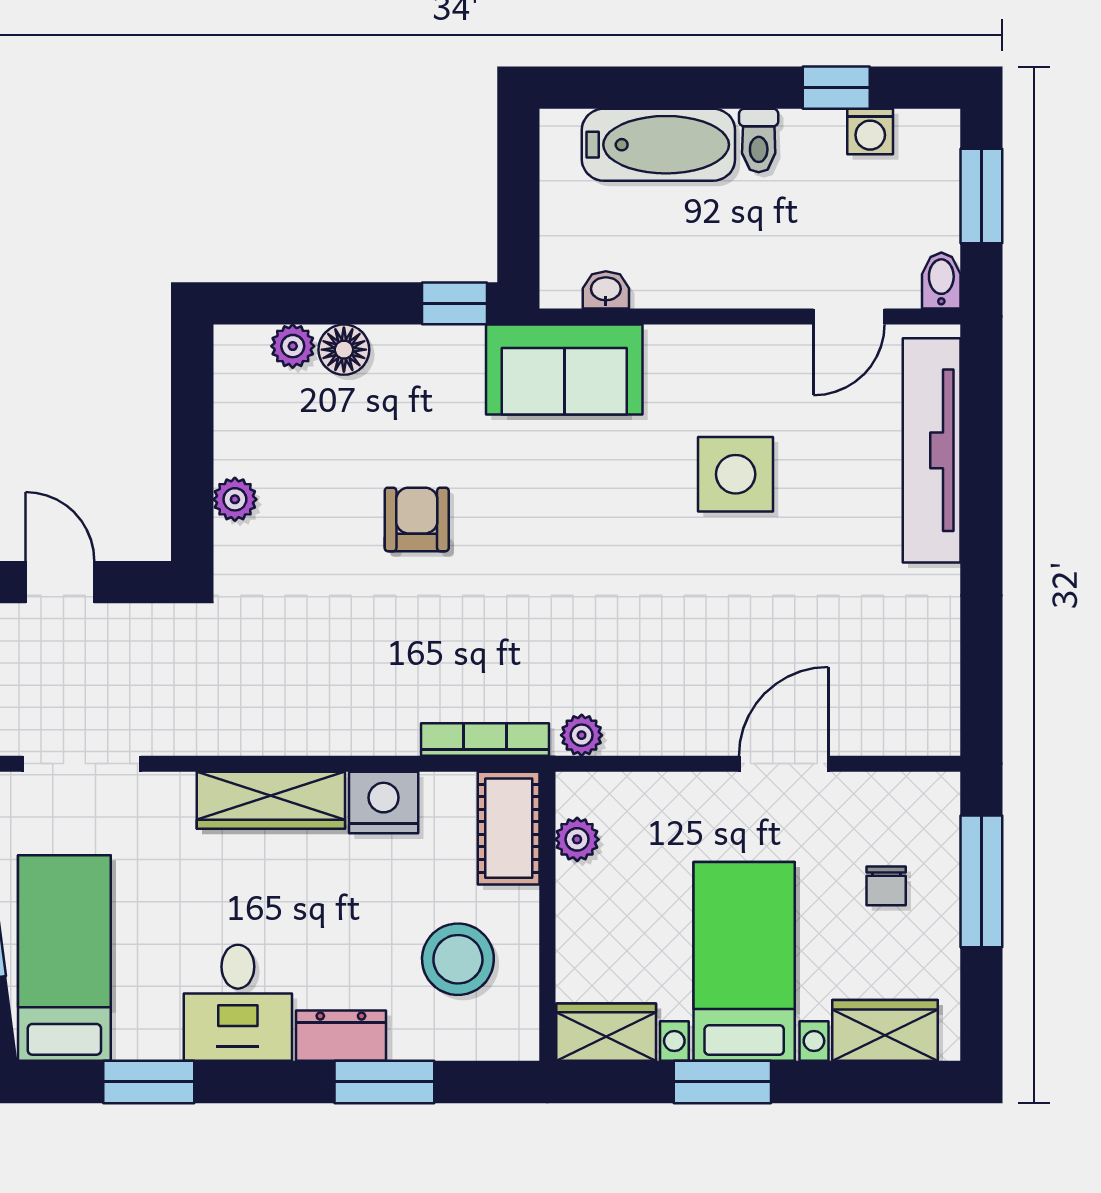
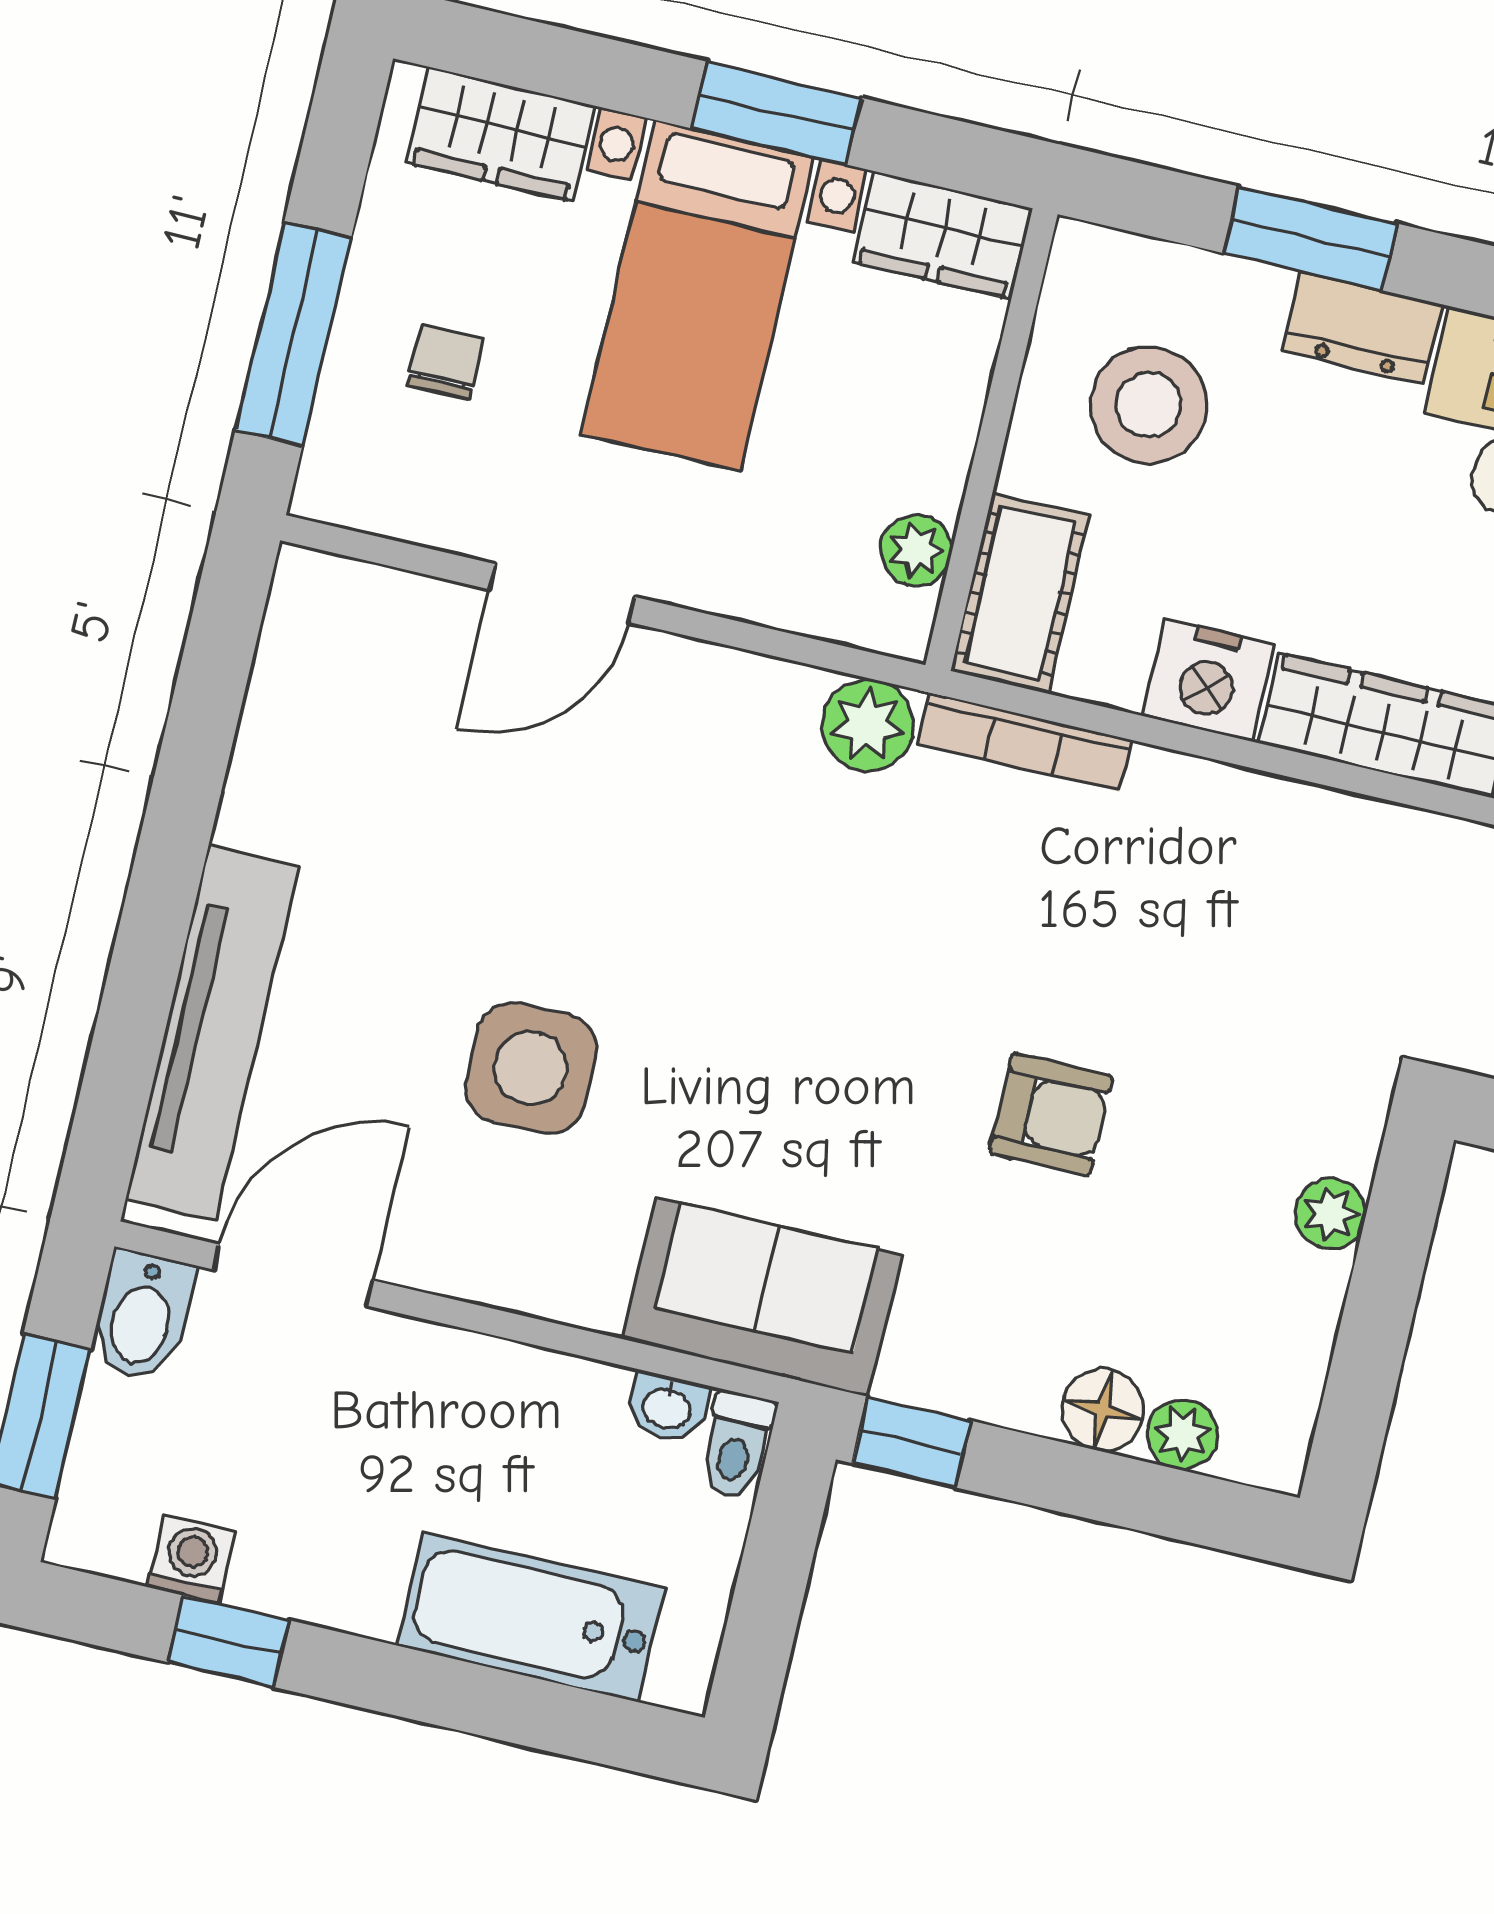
toilet: (759, 140) -> (736, 1445), moved, turned 180
bidet: (941, 281) -> (142, 1316), width x1.38, depth x1.36
door: (849, 316) -> (293, 1275), width x1.38
armchair: (417, 519) -> (1051, 1115), turned -90
plant: (582, 735) -> (868, 725), width x1.38, depth x1.38

